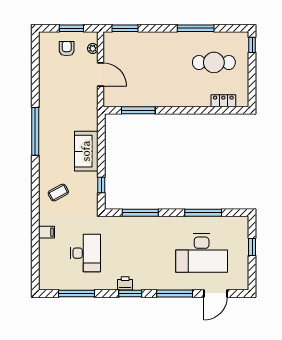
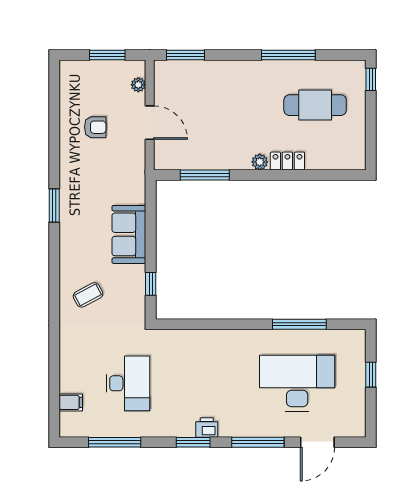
armchair: (67, 49) -> (95, 127), moved, turned 90
plant: (176, 101) -> (260, 162), added
locker: (223, 101) -> (287, 161), moved
window: (35, 131) -> (54, 206), width x0.47
window: (140, 213) -> (208, 324), removed
filing cabinet: (46, 232) -> (71, 402), moved
desk: (202, 253) -> (297, 383), turned 180
printer: (125, 283) -> (207, 428), moved

